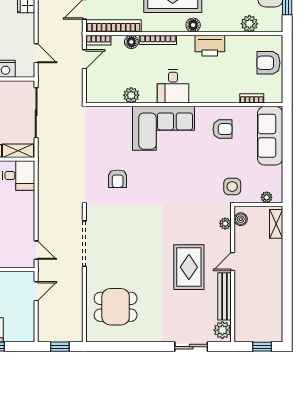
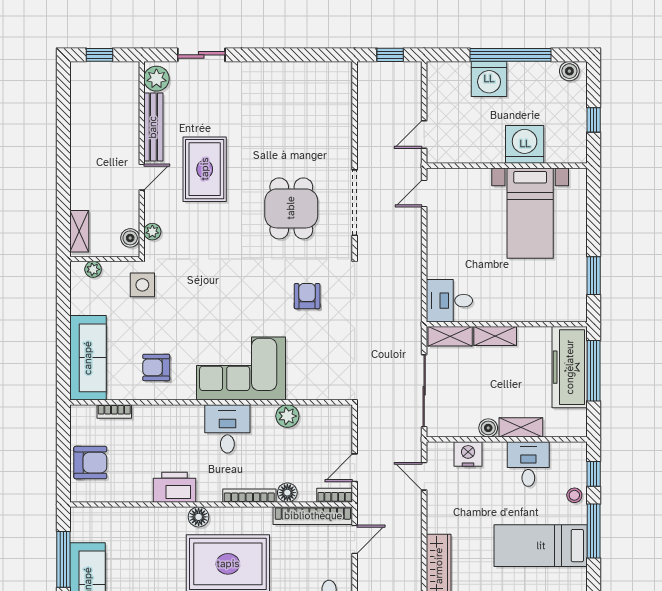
plant: (249, 24) -> (118, 519), removed
door: (36, 250) -> (424, 193), hinge flipped
dining table: (116, 307) -> (291, 208), moved, turned 90

